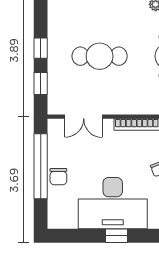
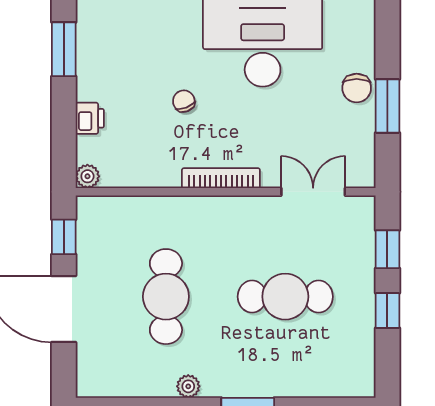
window: (41, 166) -> (387, 106), width x0.47
chair: (58, 177) -> (357, 88), turned 180

